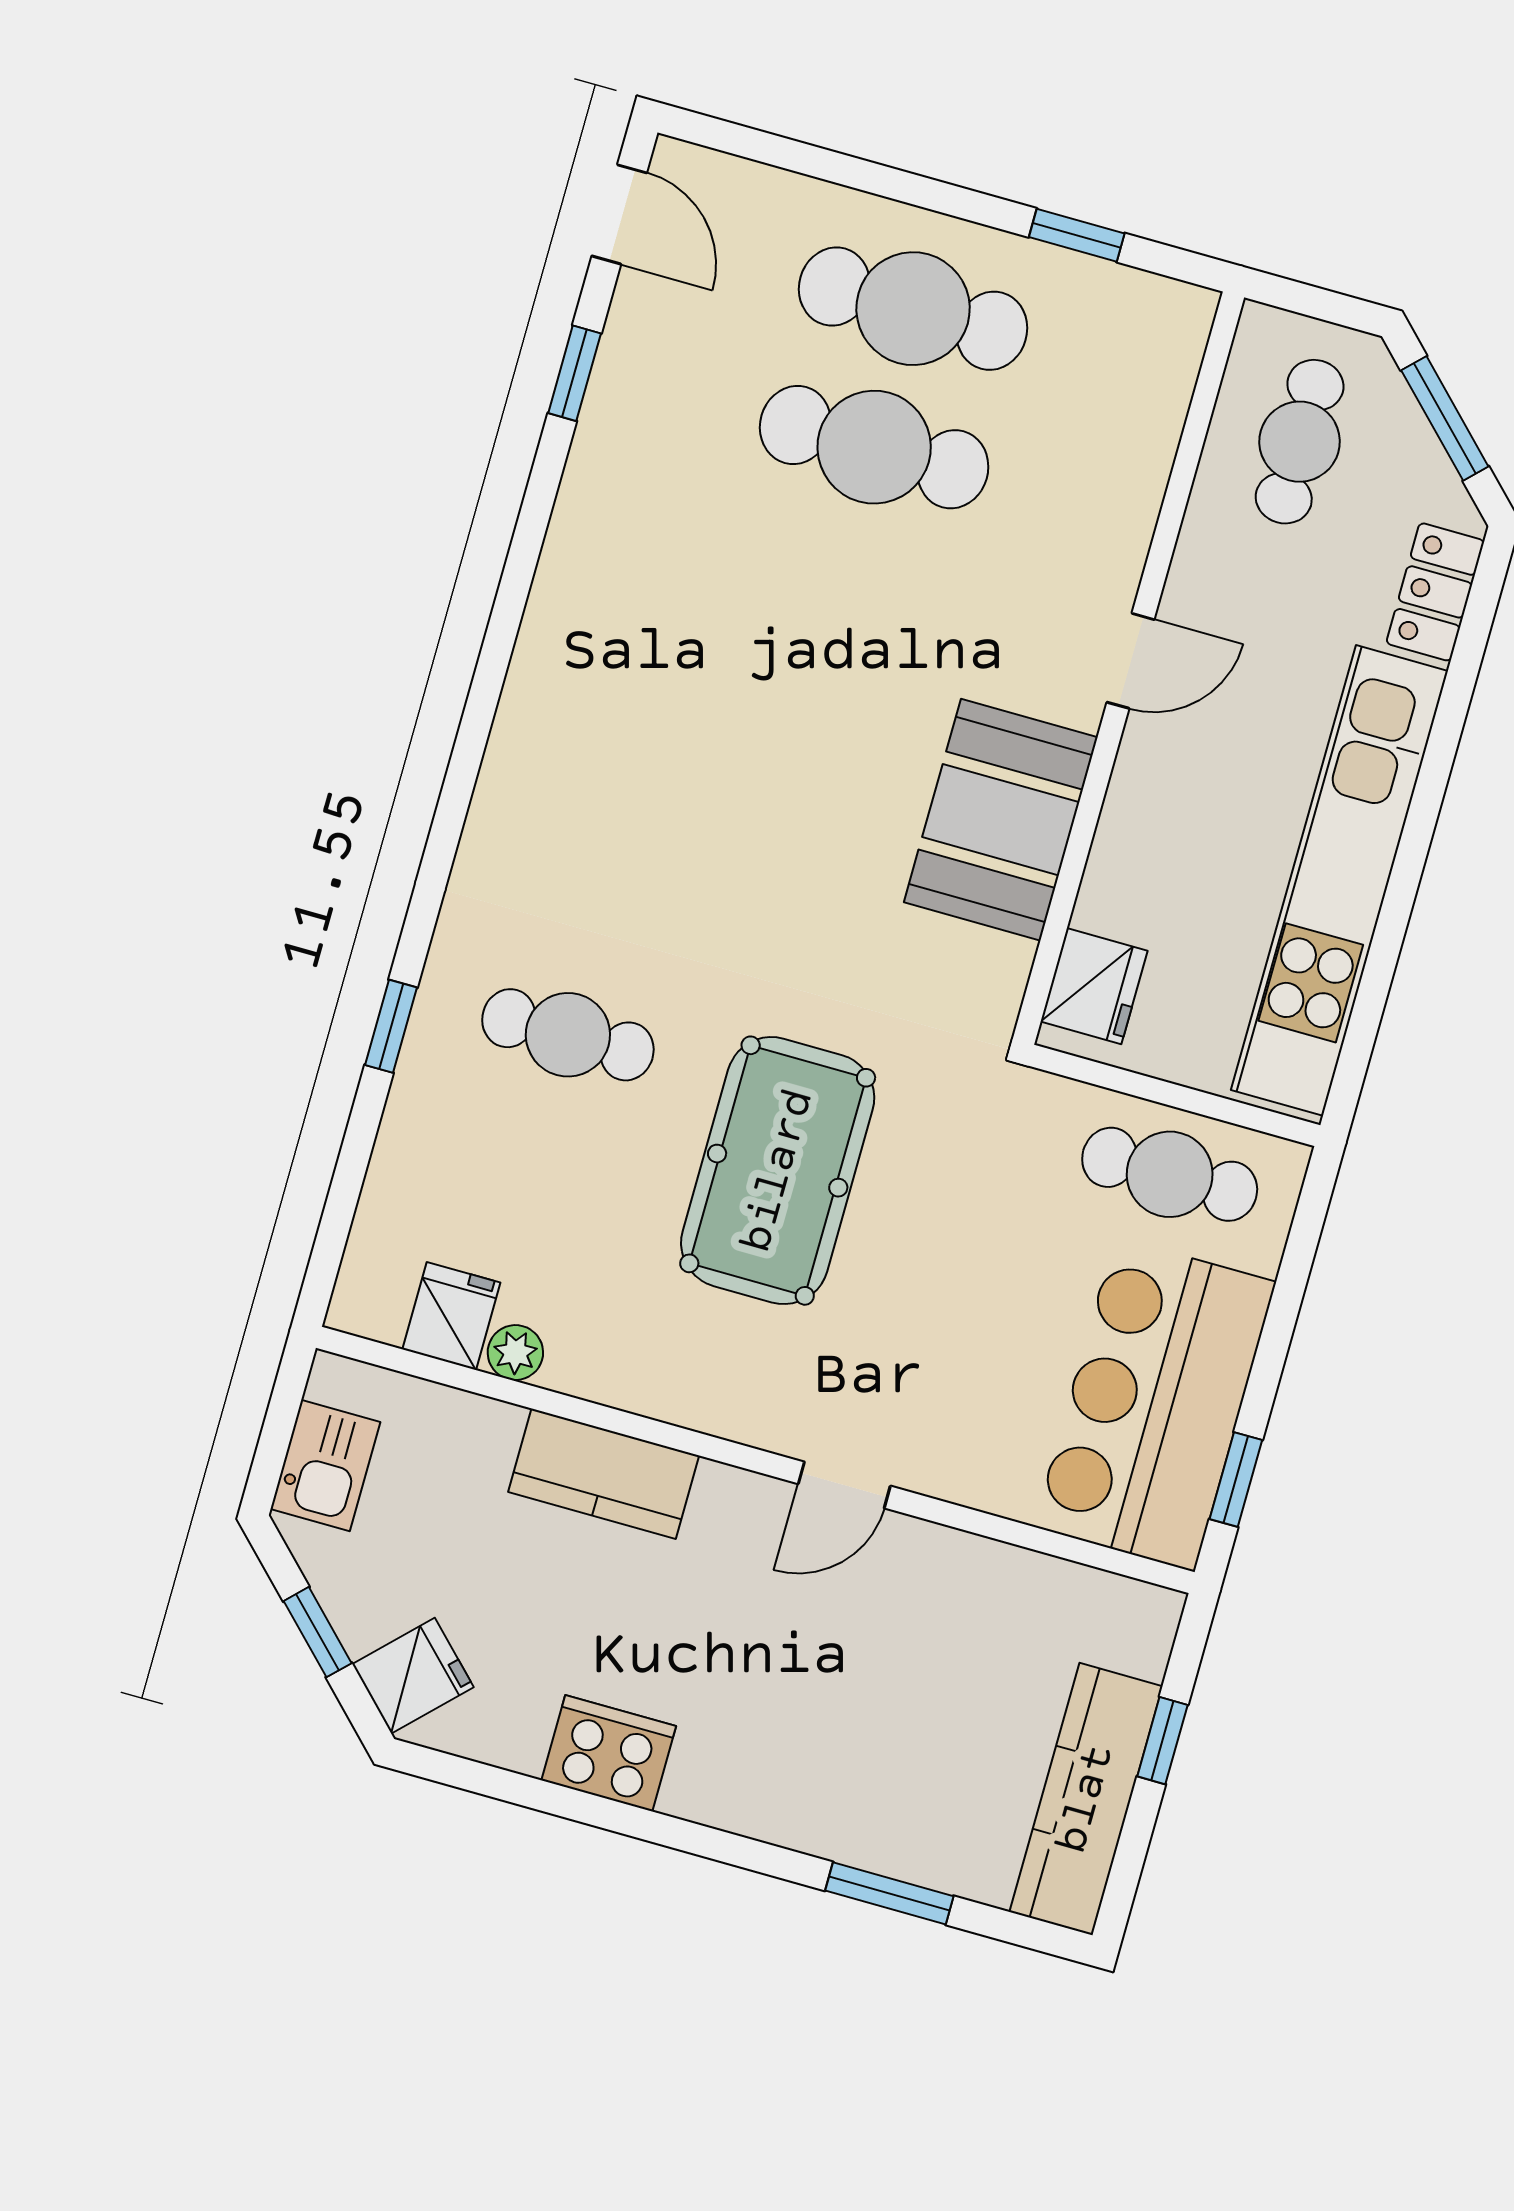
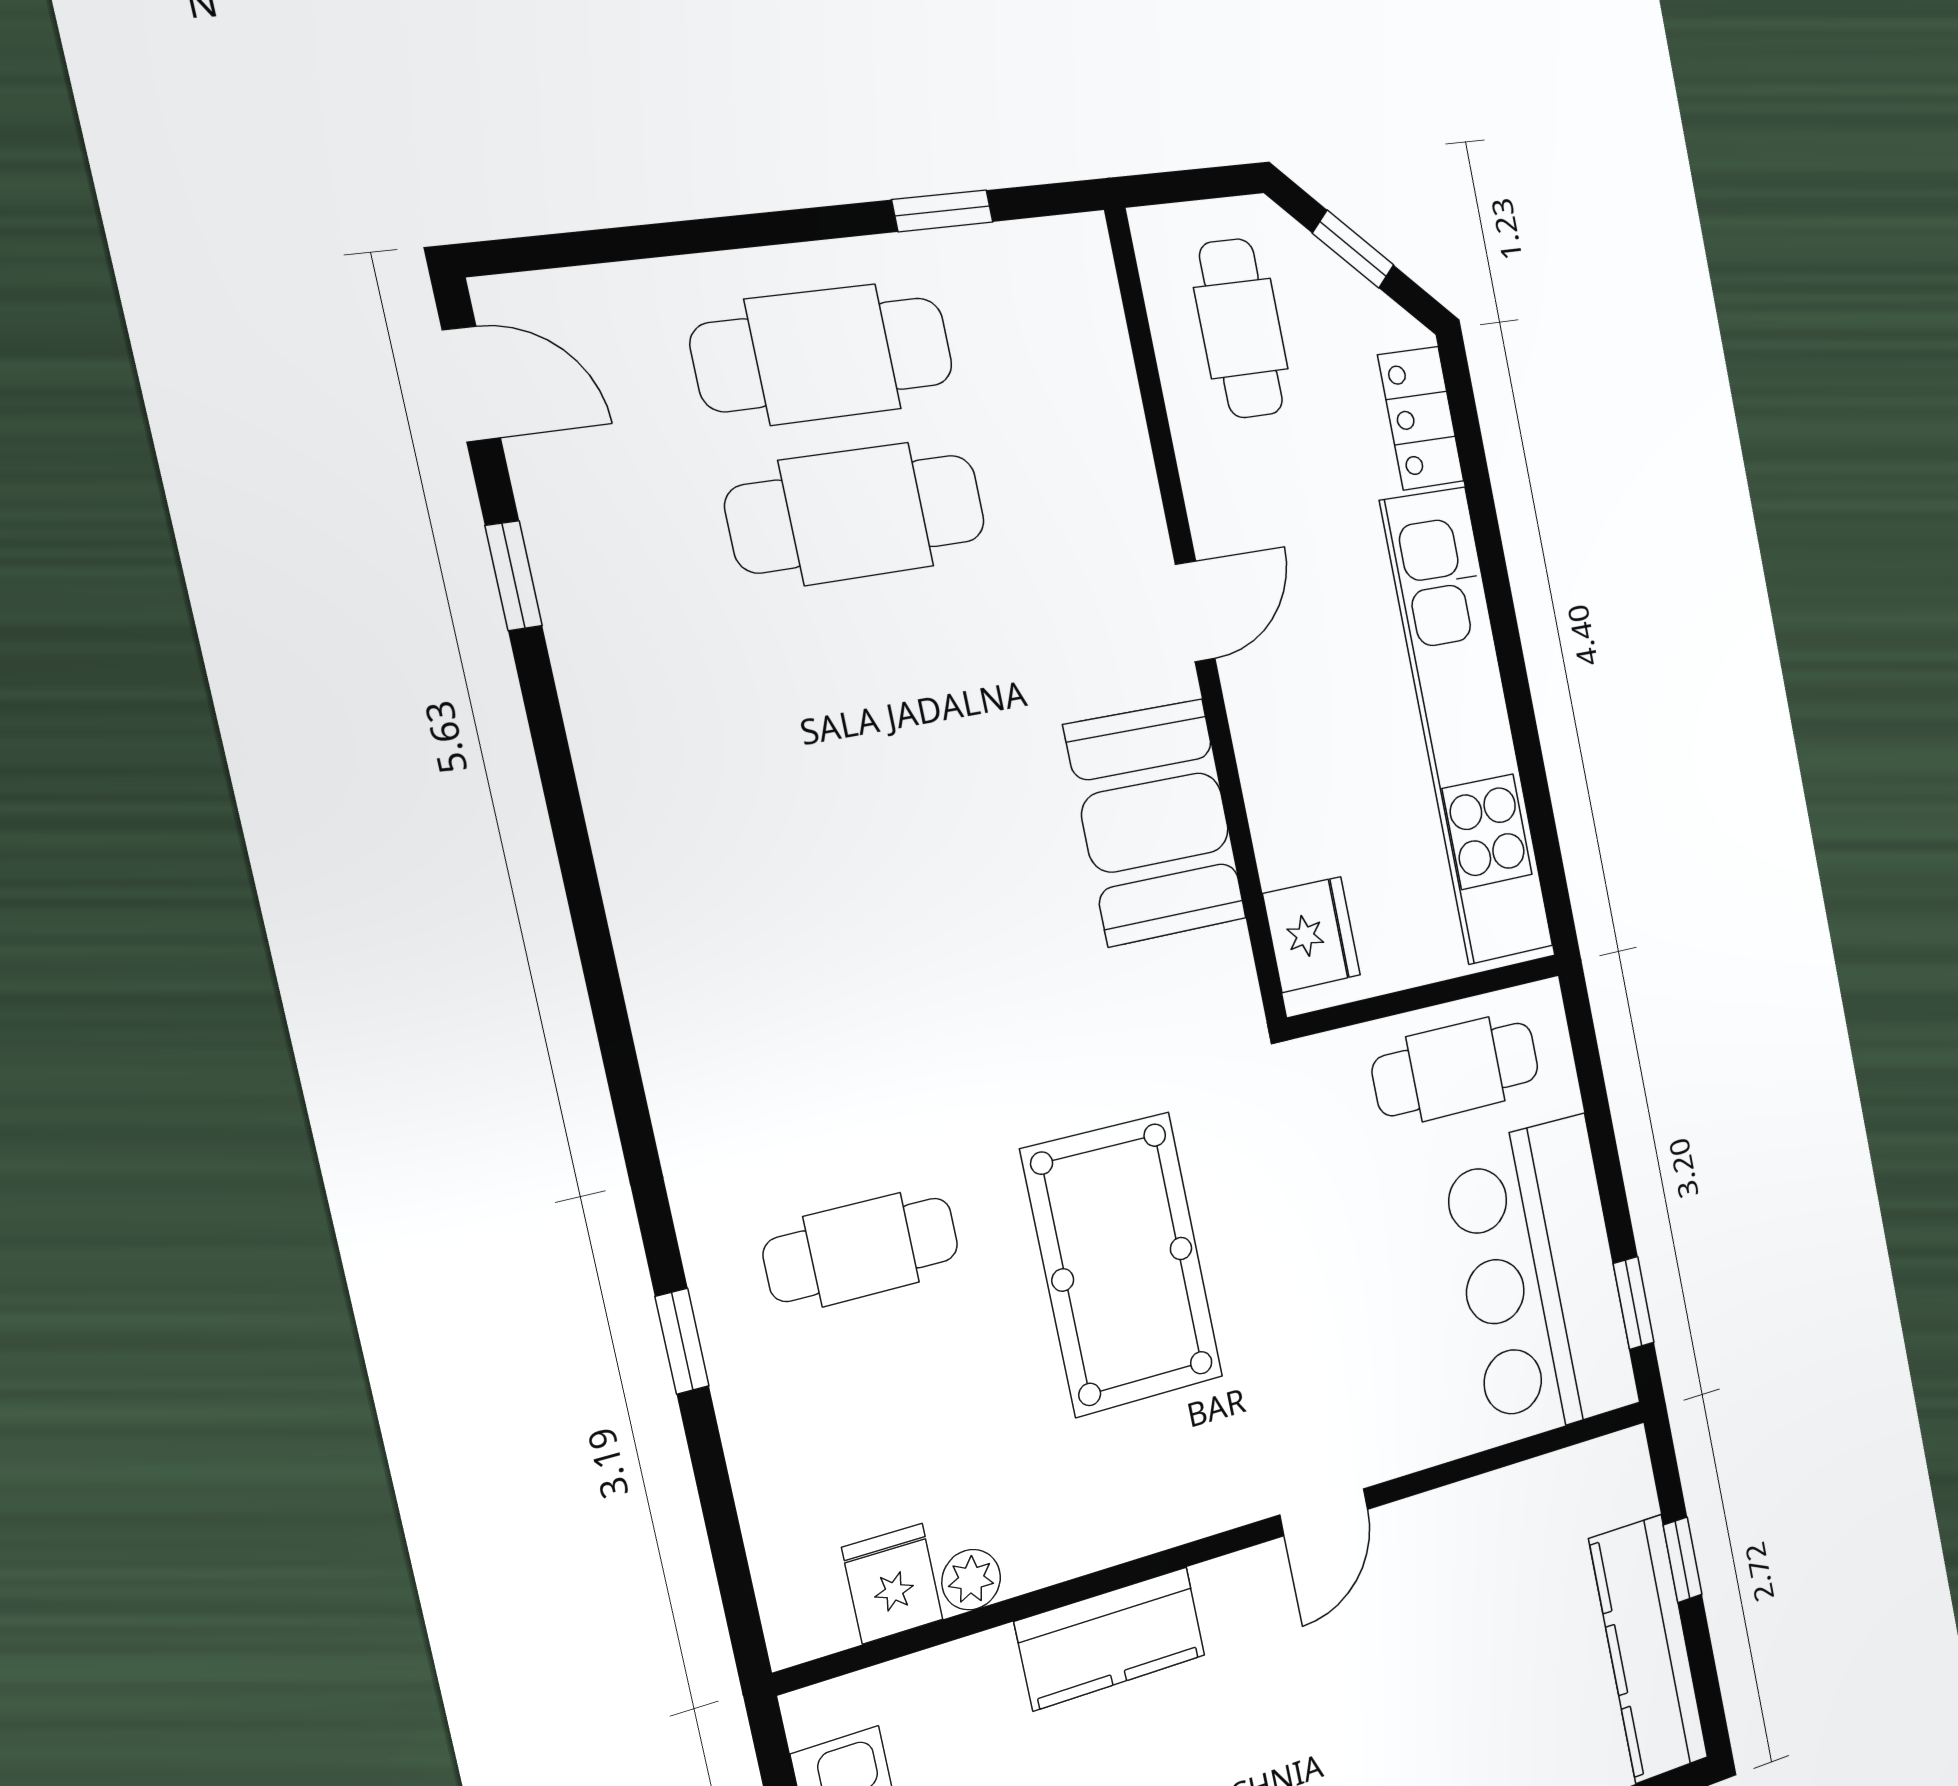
window: (1445, 418) -> (1353, 249), width x0.67

